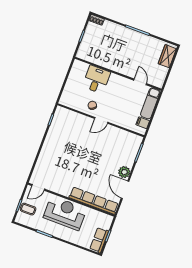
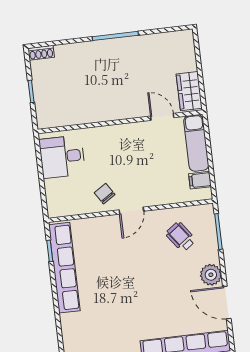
wardrobe: (167, 56) -> (189, 91), moved
desk: (96, 79) -> (62, 157), moved, turned -90
row of seats: (54, 132) -> (64, 268), added
wheelchair: (119, 146) -> (181, 237), added

